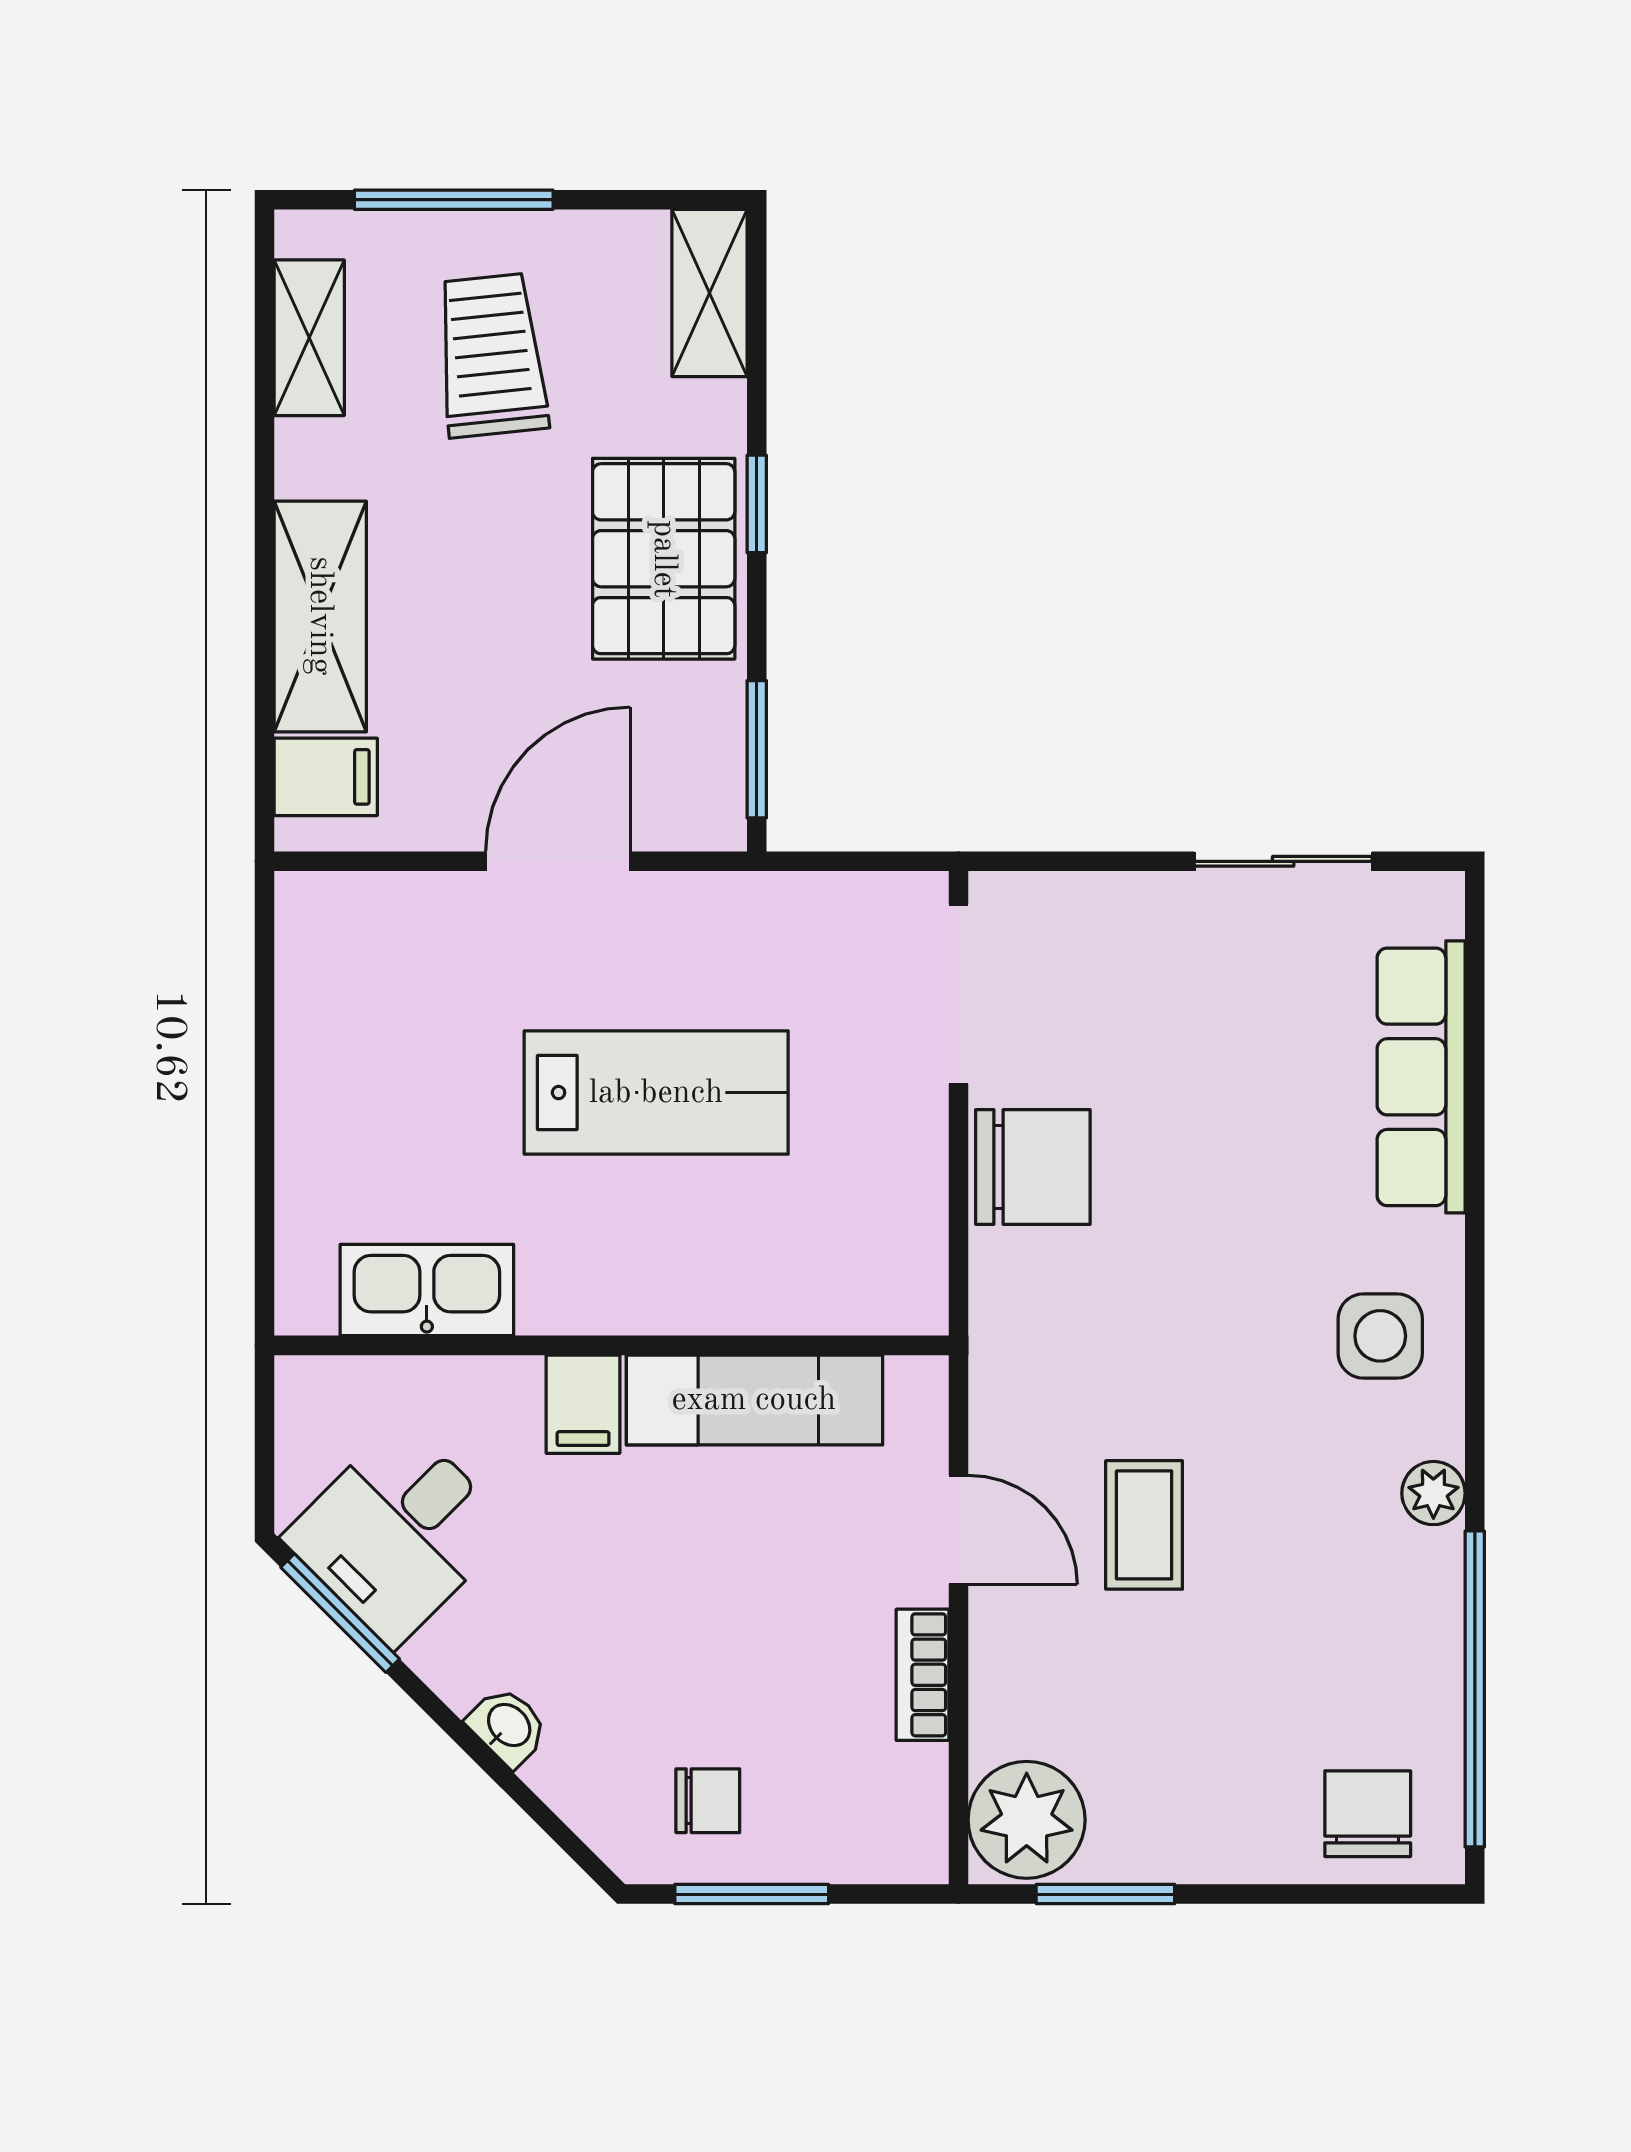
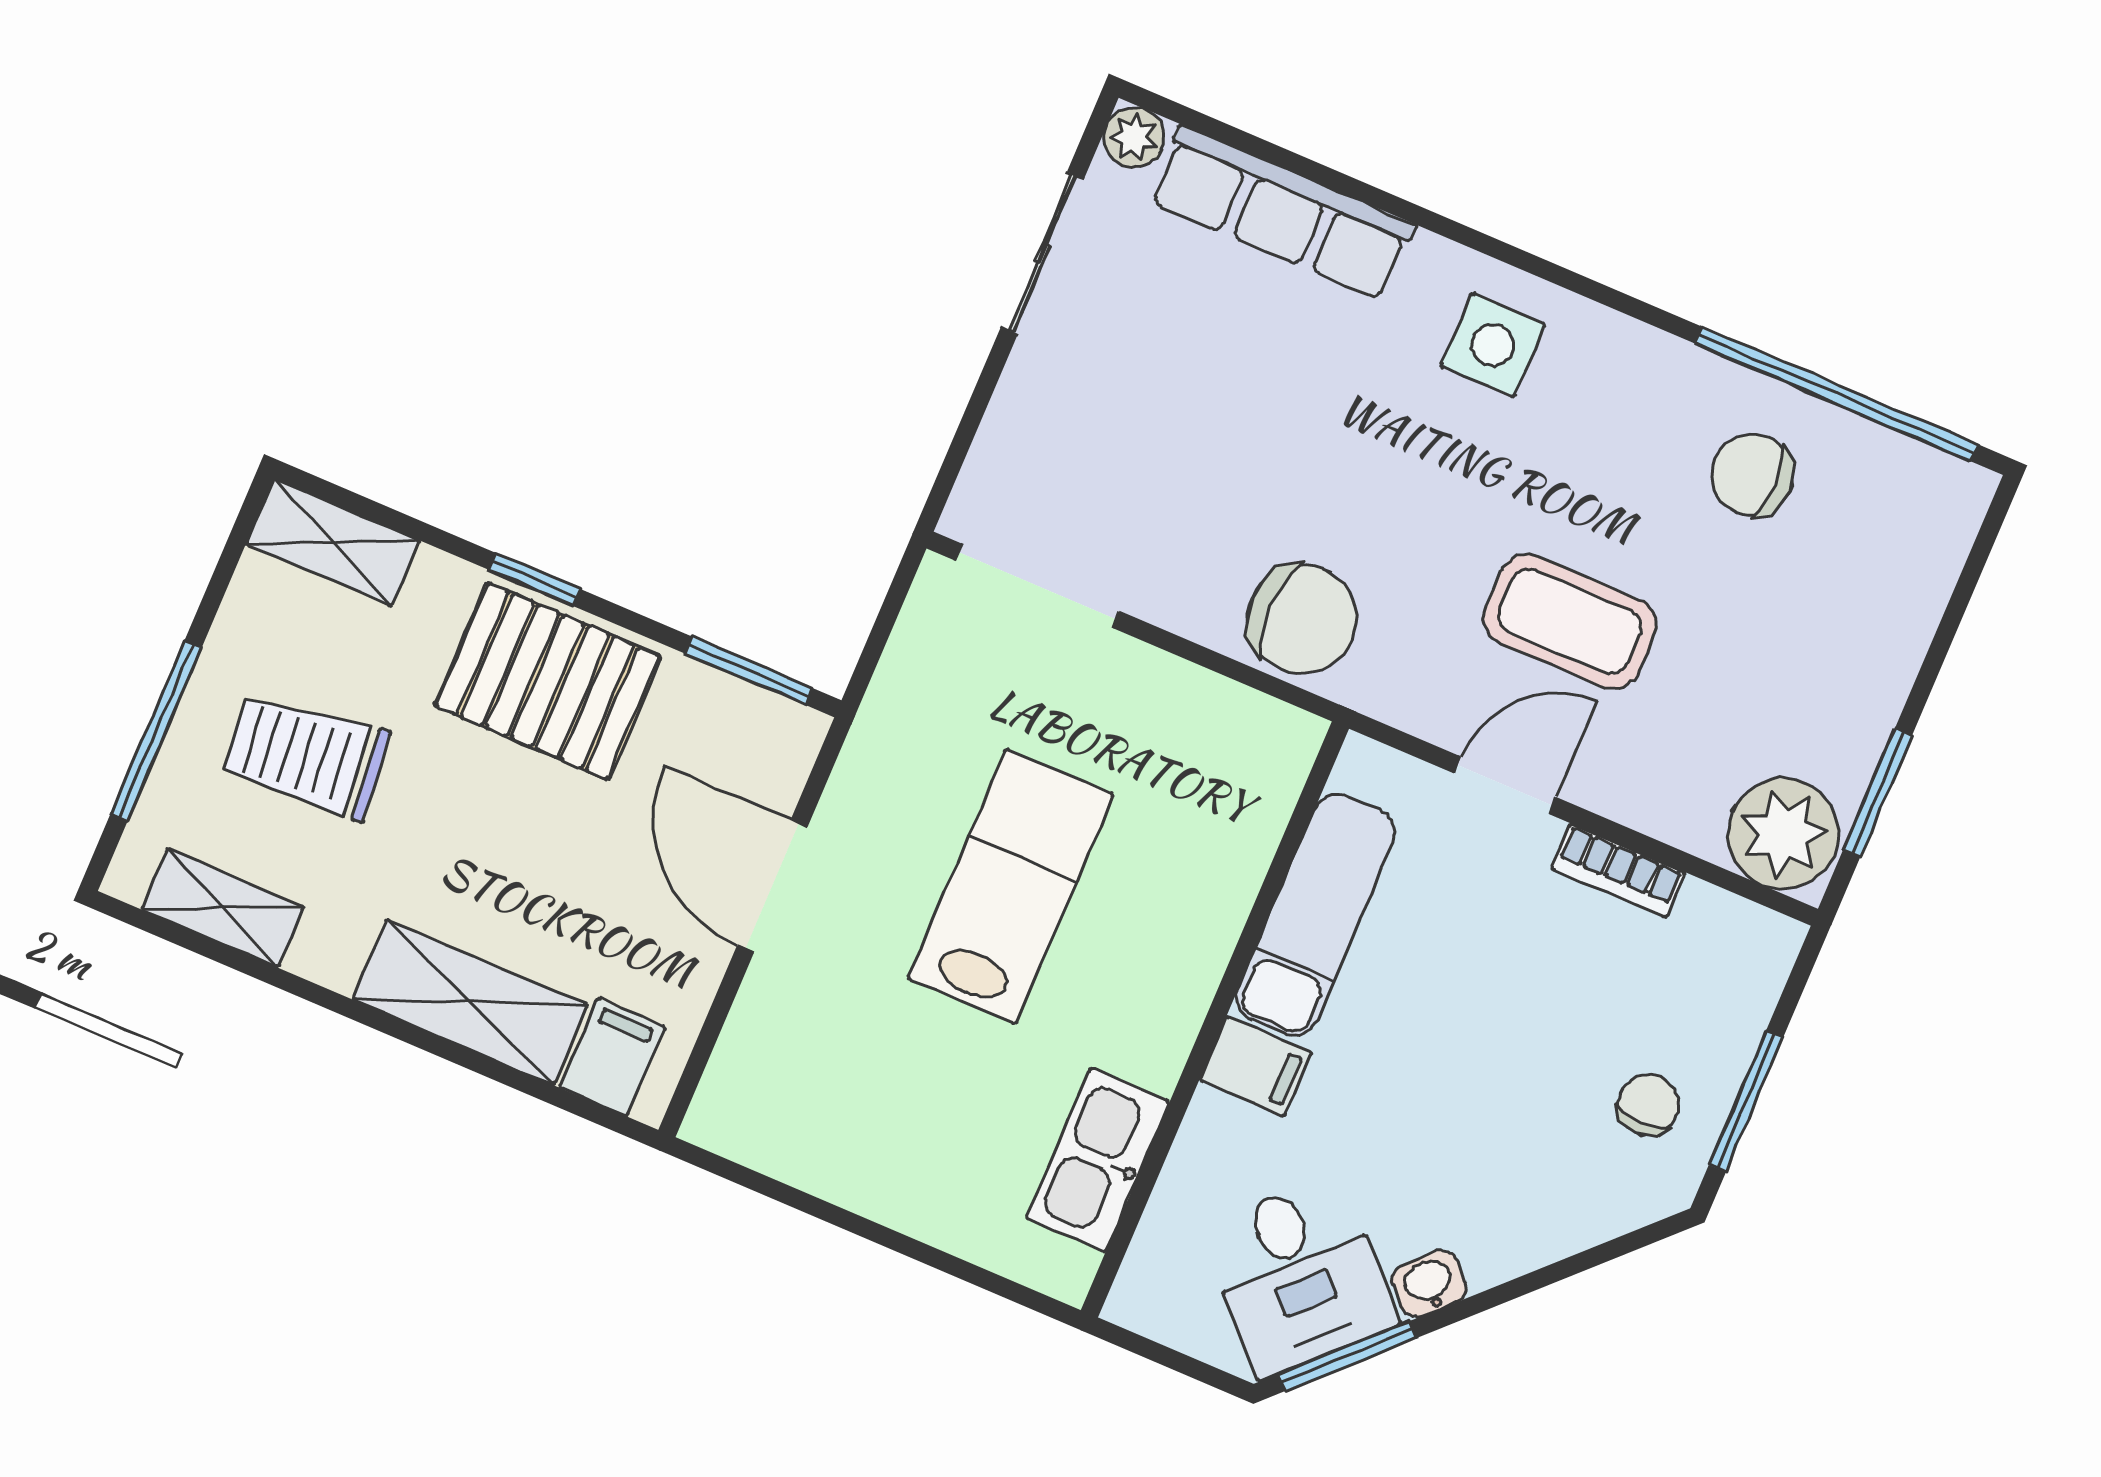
chair: (1033, 1167) -> (1302, 619), moved, turned 90
plant: (1433, 1493) -> (1134, 137), moved
coffee table: (1144, 1525) -> (1570, 621), width x1.36, depth x1.30
washbasin: (508, 1726) -> (1429, 1284), moved
chair: (1368, 1814) -> (1752, 475), moved

